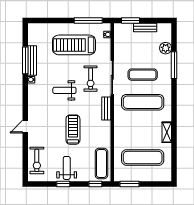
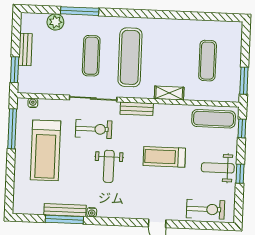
shelving: (167, 132) -> (169, 93), moved
exercise mat: (143, 157) -> (208, 61), width x0.73, depth x0.69

